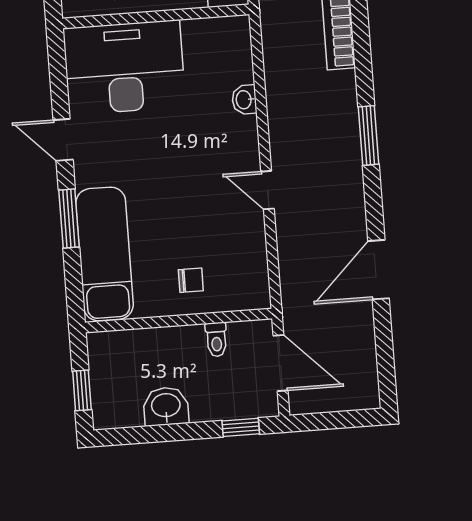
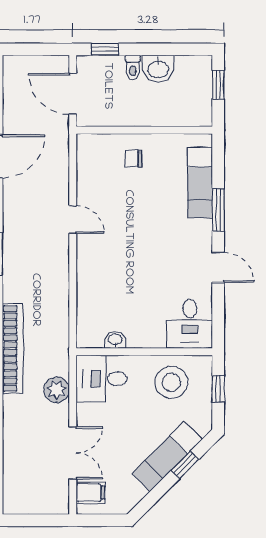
desk: (124, 68) -> (190, 324), width x0.53, depth x0.77
washbasin: (244, 100) -> (115, 340), moved, turned -90
exam couch: (105, 254) -> (200, 182), width x0.73, depth x0.69
toilet: (216, 339) -> (133, 67), moved, turned 180

